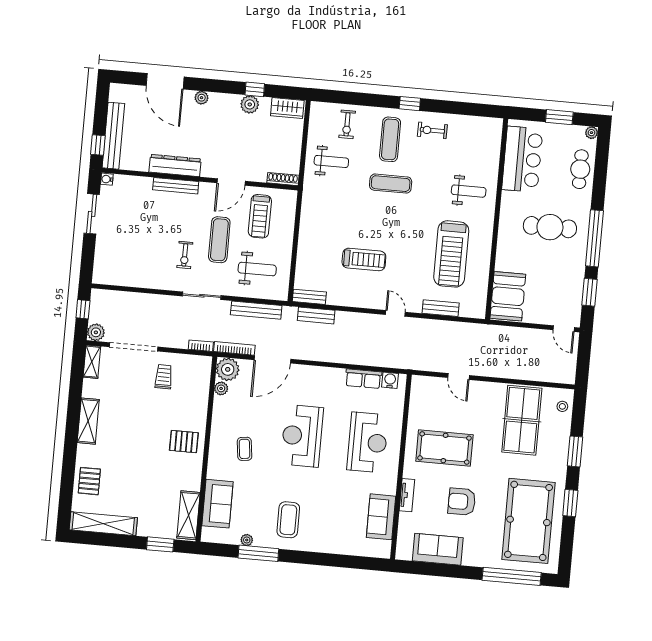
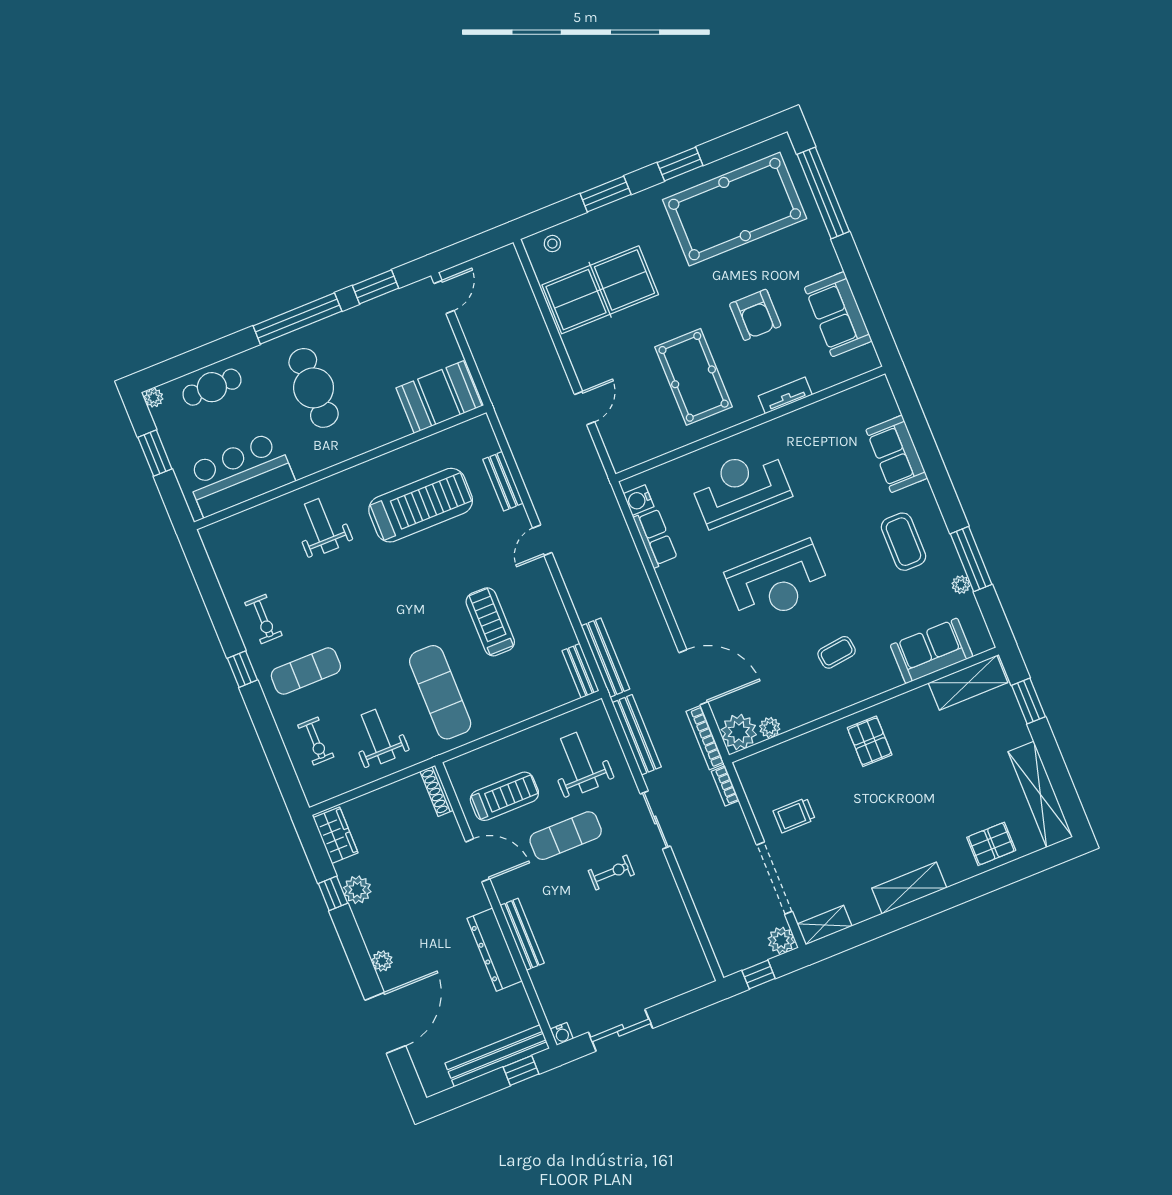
exercise bike: (347, 124) -> (316, 741), turned 90
exercise mat: (391, 184) -> (440, 692), moved, width x1.36, depth x1.45
bench: (316, 315) -> (605, 658), width x1.36
sofa: (381, 517) -> (897, 454), moved, turned 90
coffee table: (288, 520) -> (903, 542), turned 90

